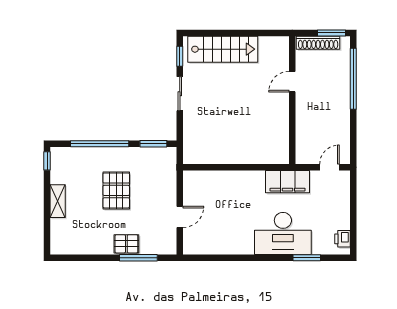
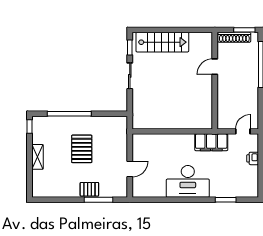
window: (153, 144) -> (110, 114), removed
desk: (283, 233) -> (188, 181), moved
printer: (342, 239) -> (253, 158), moved

